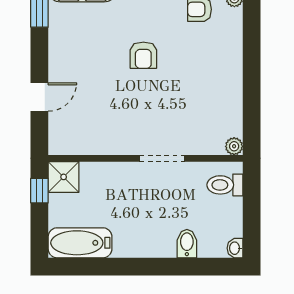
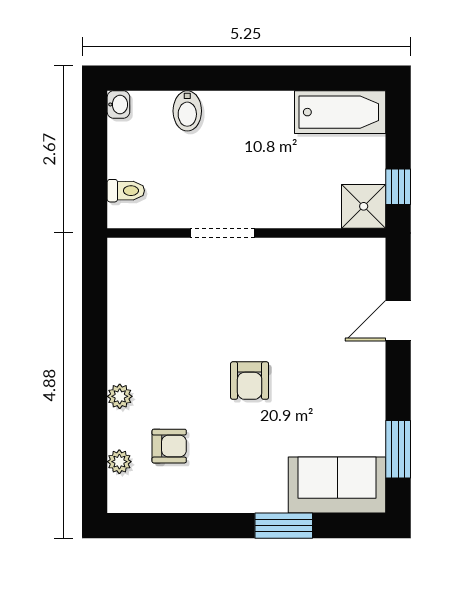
armchair: (143, 55) -> (250, 381), turned 180
plant: (234, 146) -> (120, 396), moved
toilet: (225, 185) -> (126, 191), width x0.73, depth x0.72

